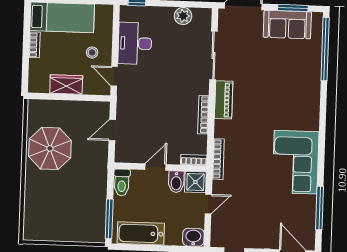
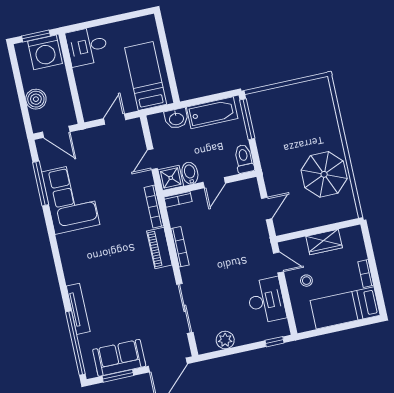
tv unit: (314, 81) -> (78, 309), added
piano: (224, 100) -> (159, 248), moved
corner sofa: (296, 162) -> (71, 198), moved
washbasin: (193, 237) -> (176, 118), moved

